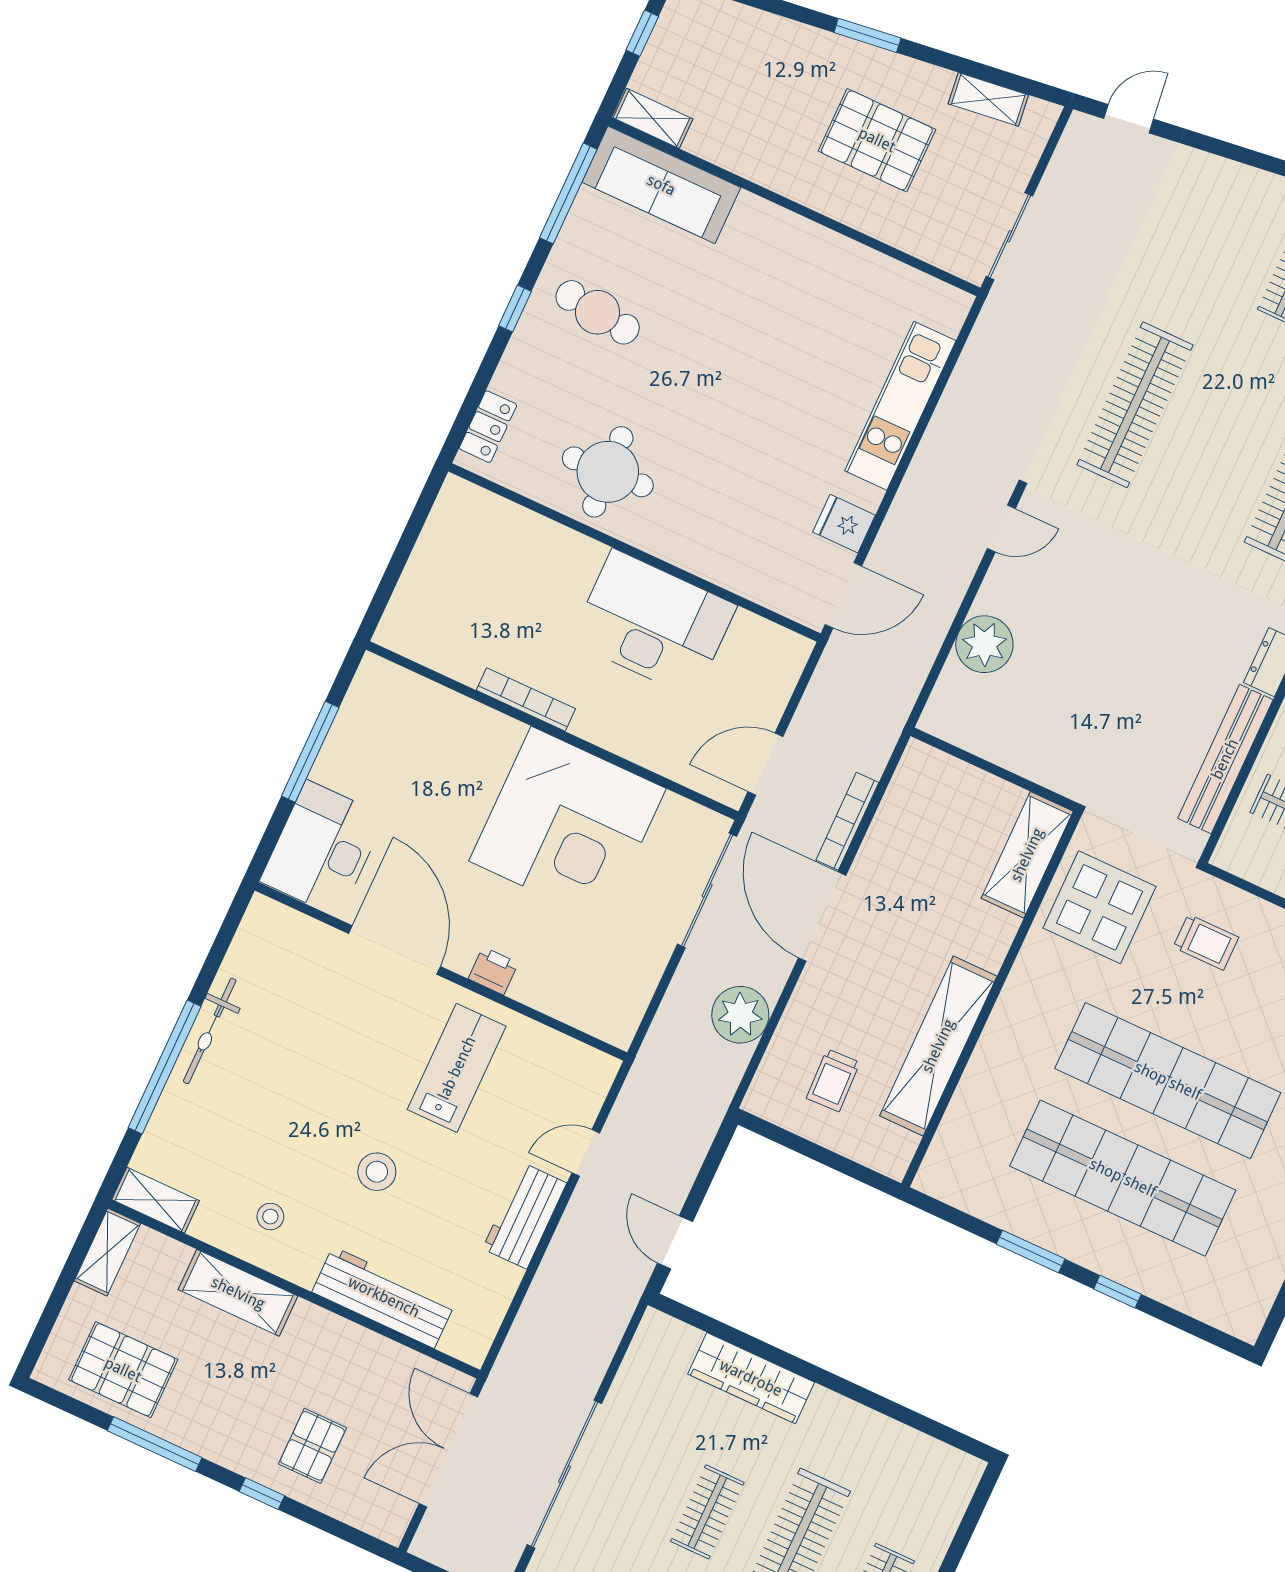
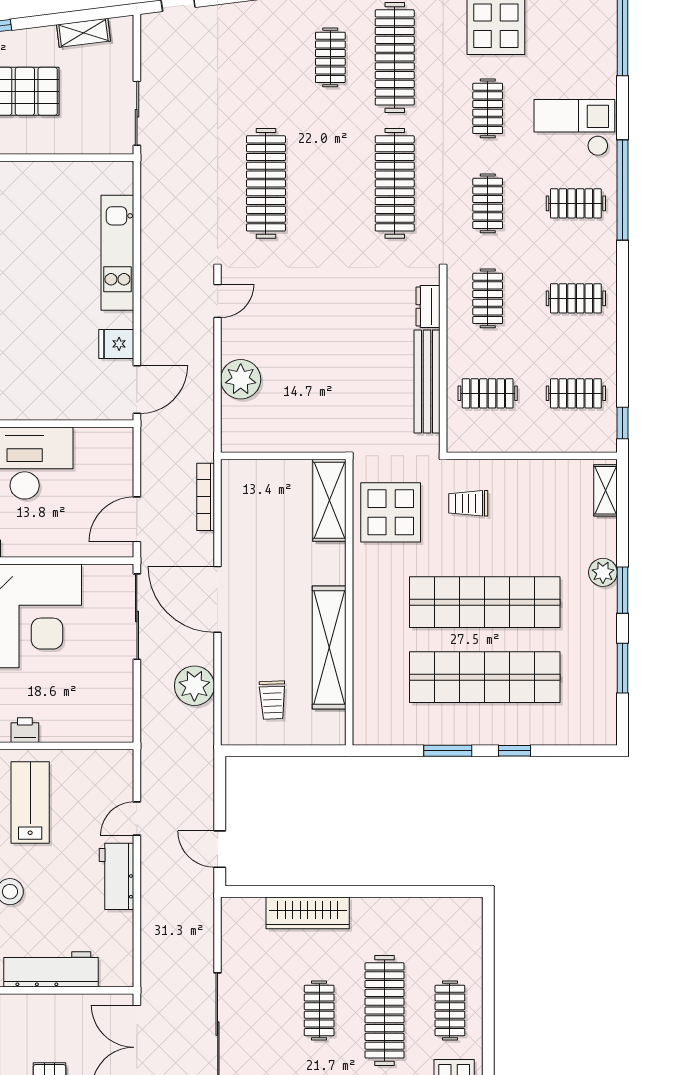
bookcase: (847, 821) -> (206, 497), moved
trolley: (1206, 942) -> (468, 503), turned 180

